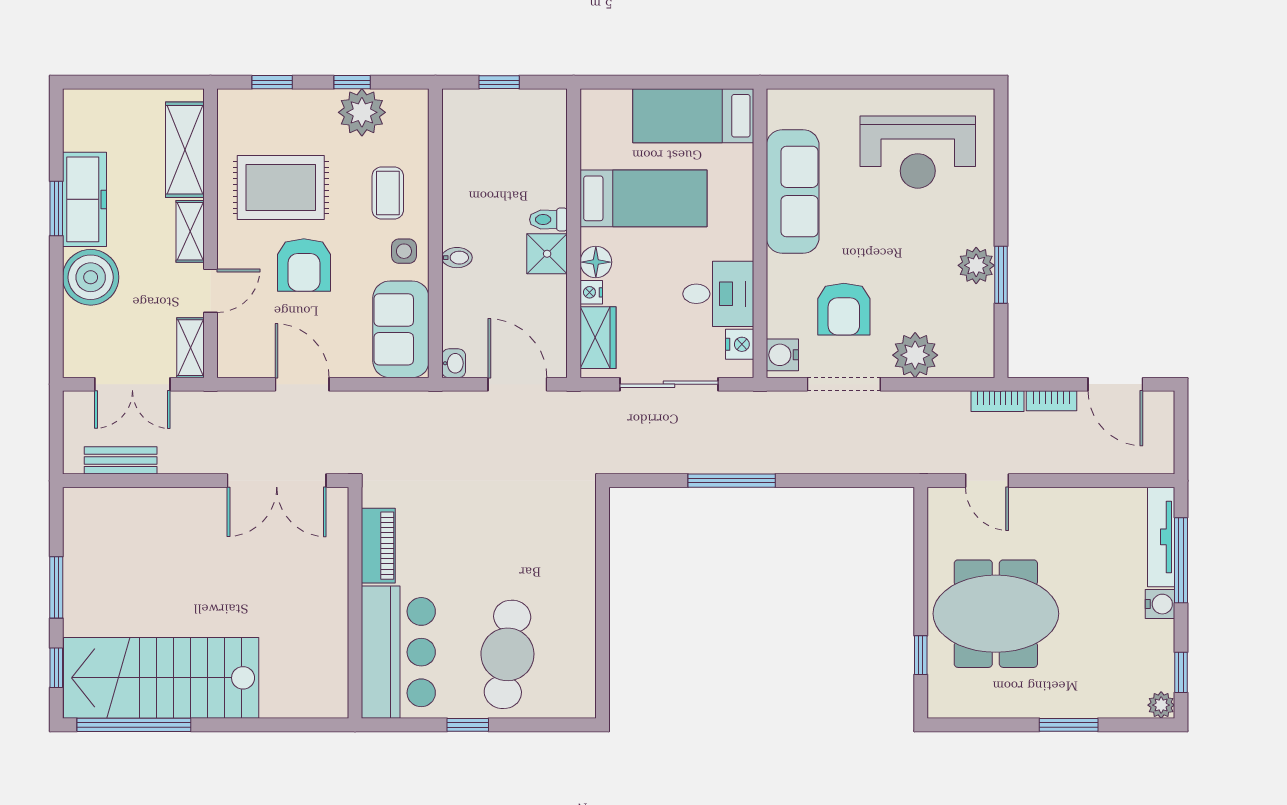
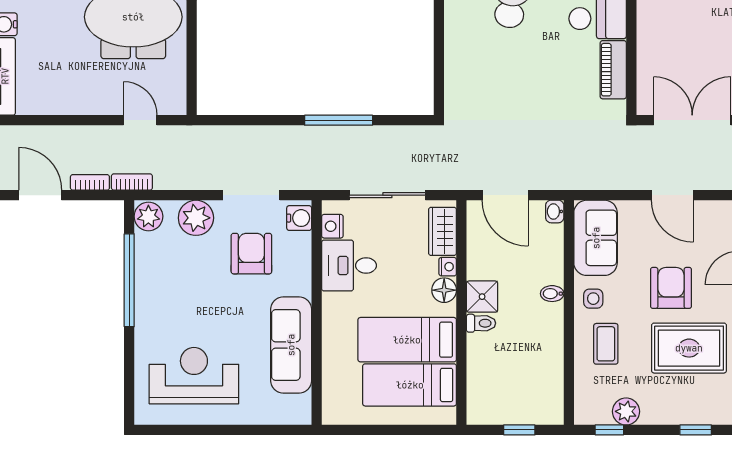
window: (352, 82) -> (609, 430), moved
plant: (362, 112) -> (626, 411), width x0.73, depth x0.73
bed: (693, 116) -> (410, 385), moved, turned 180
plant: (976, 265) -> (148, 216), moved
window: (1001, 275) -> (129, 280), width x2.11

